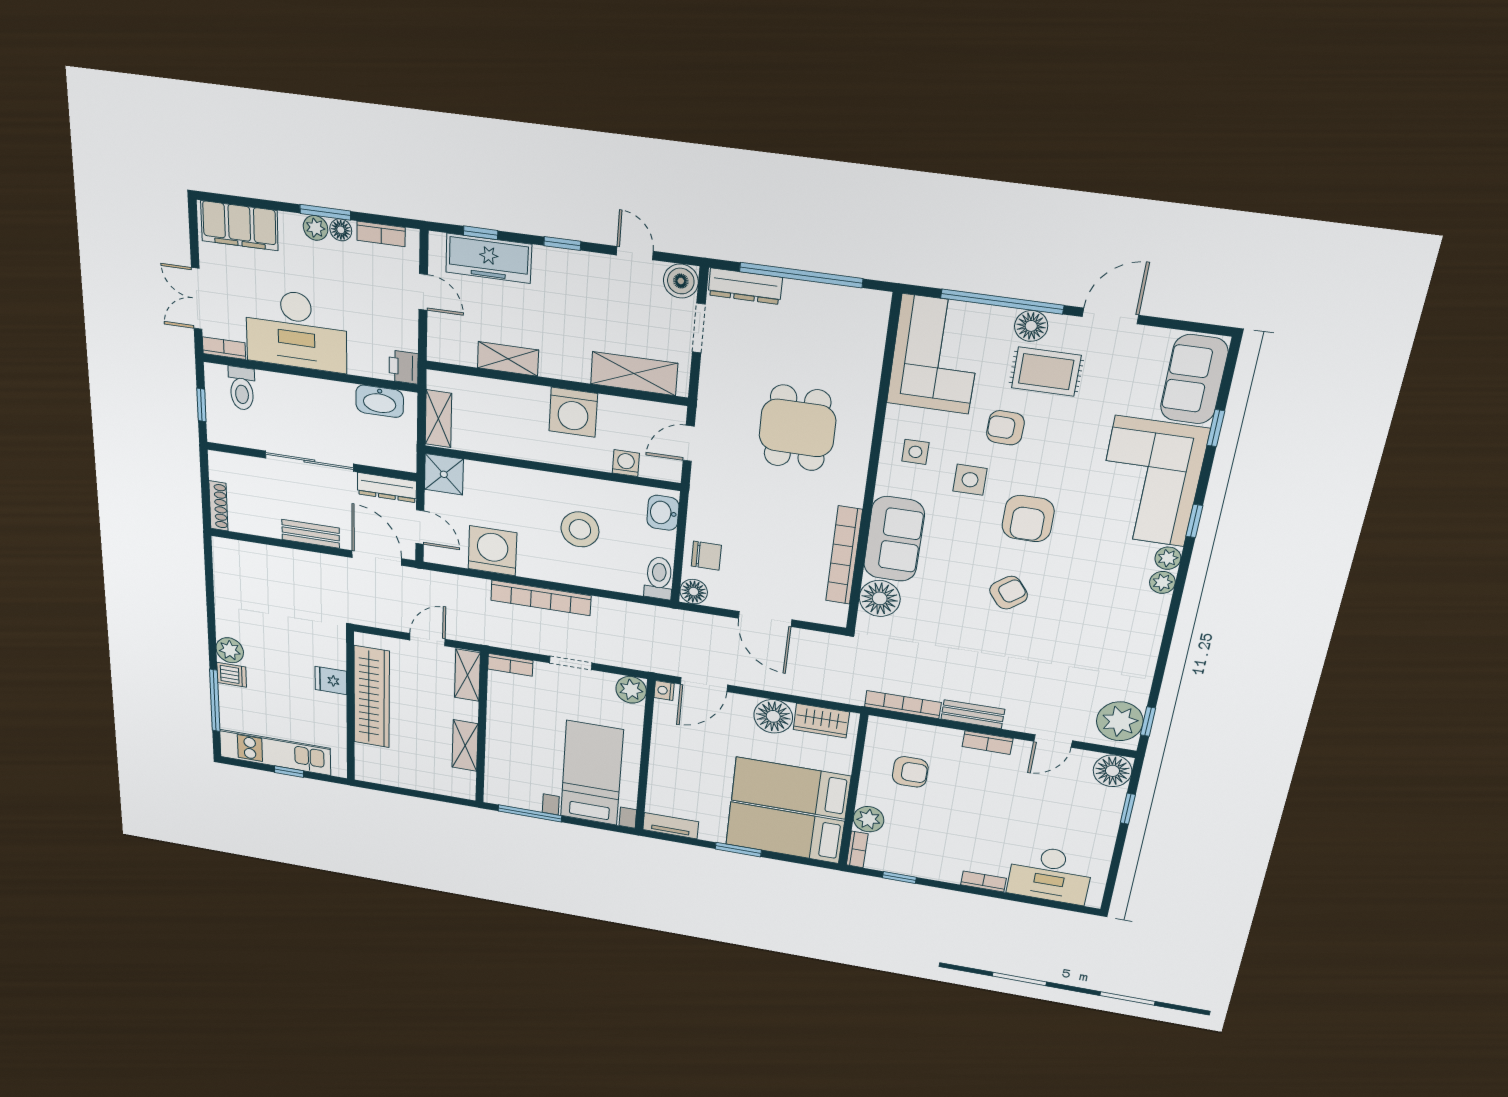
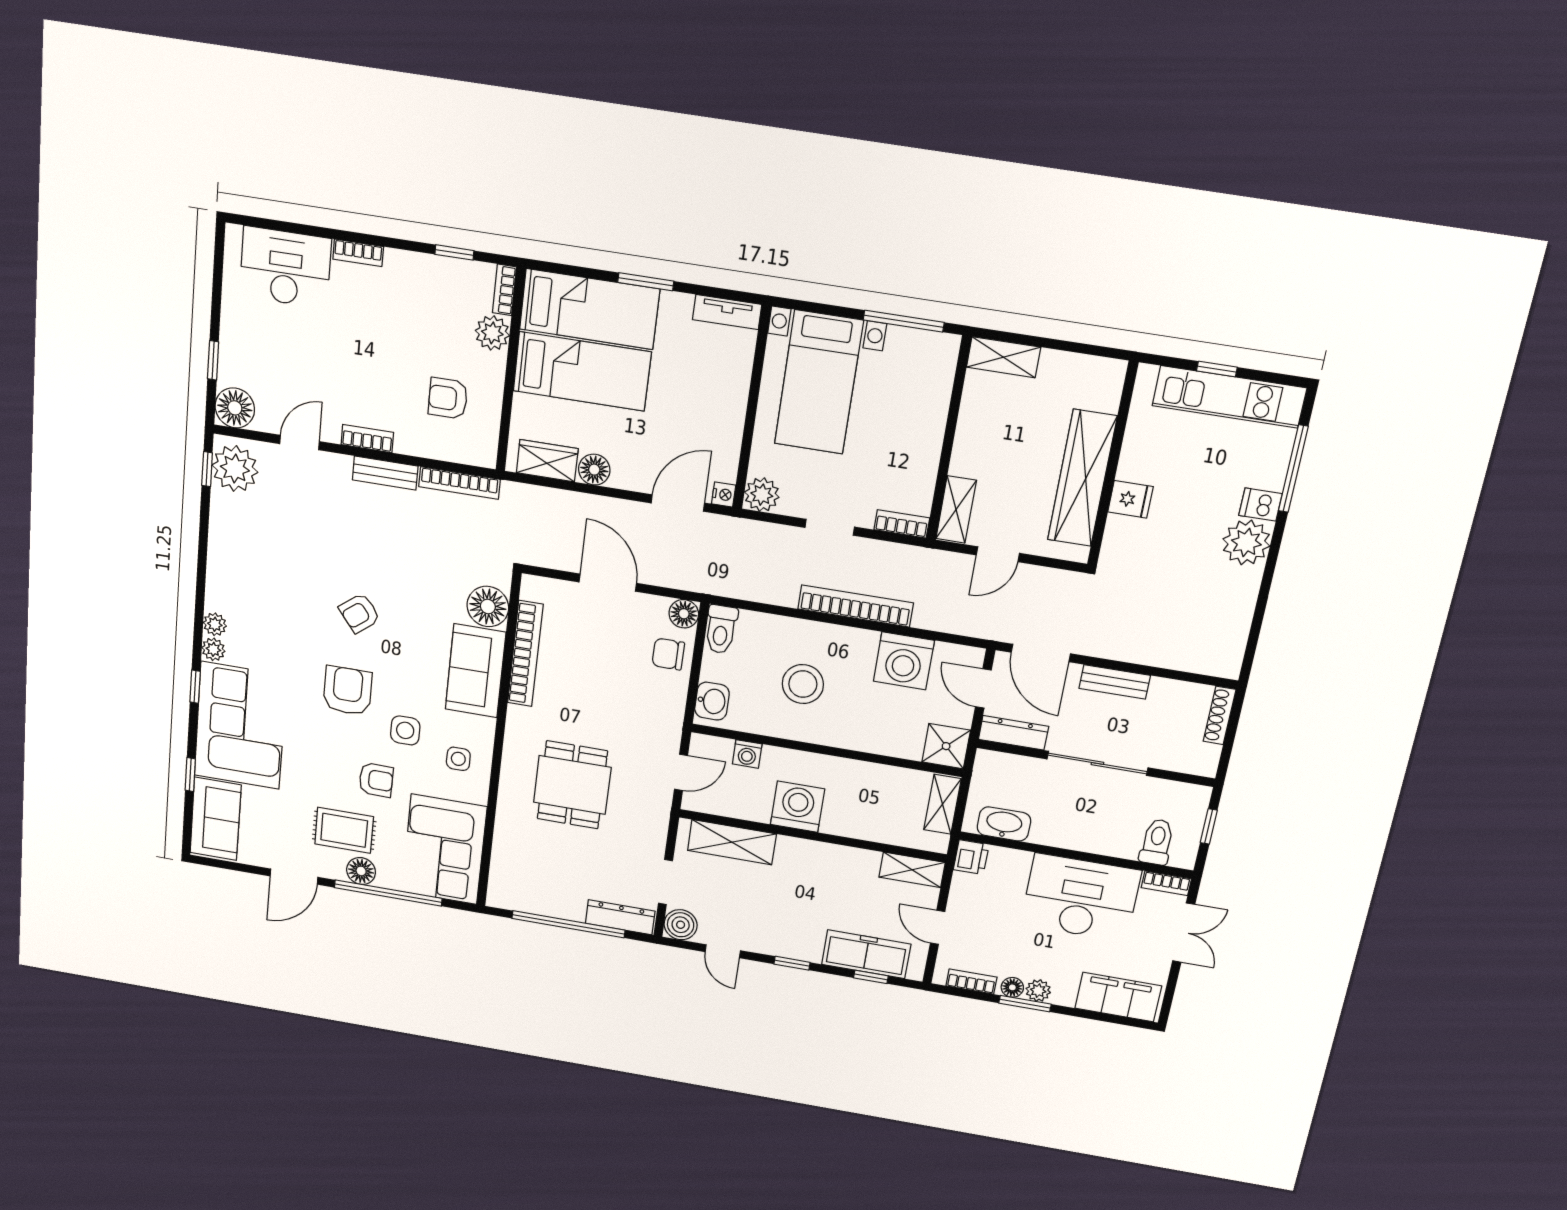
shelving: (508, 359) -> (912, 870), moved
plant: (230, 650) -> (1246, 542), width x1.36, depth x1.36
floor lamp: (773, 716) -> (594, 470), width x0.73, depth x0.73
shelving: (465, 746) -> (1004, 357), moved, turned 90

